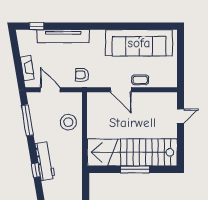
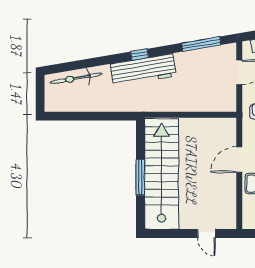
stool: (68, 122) -> (199, 95), removed
workbench: (45, 161) -> (143, 70), width x1.36, depth x1.32

